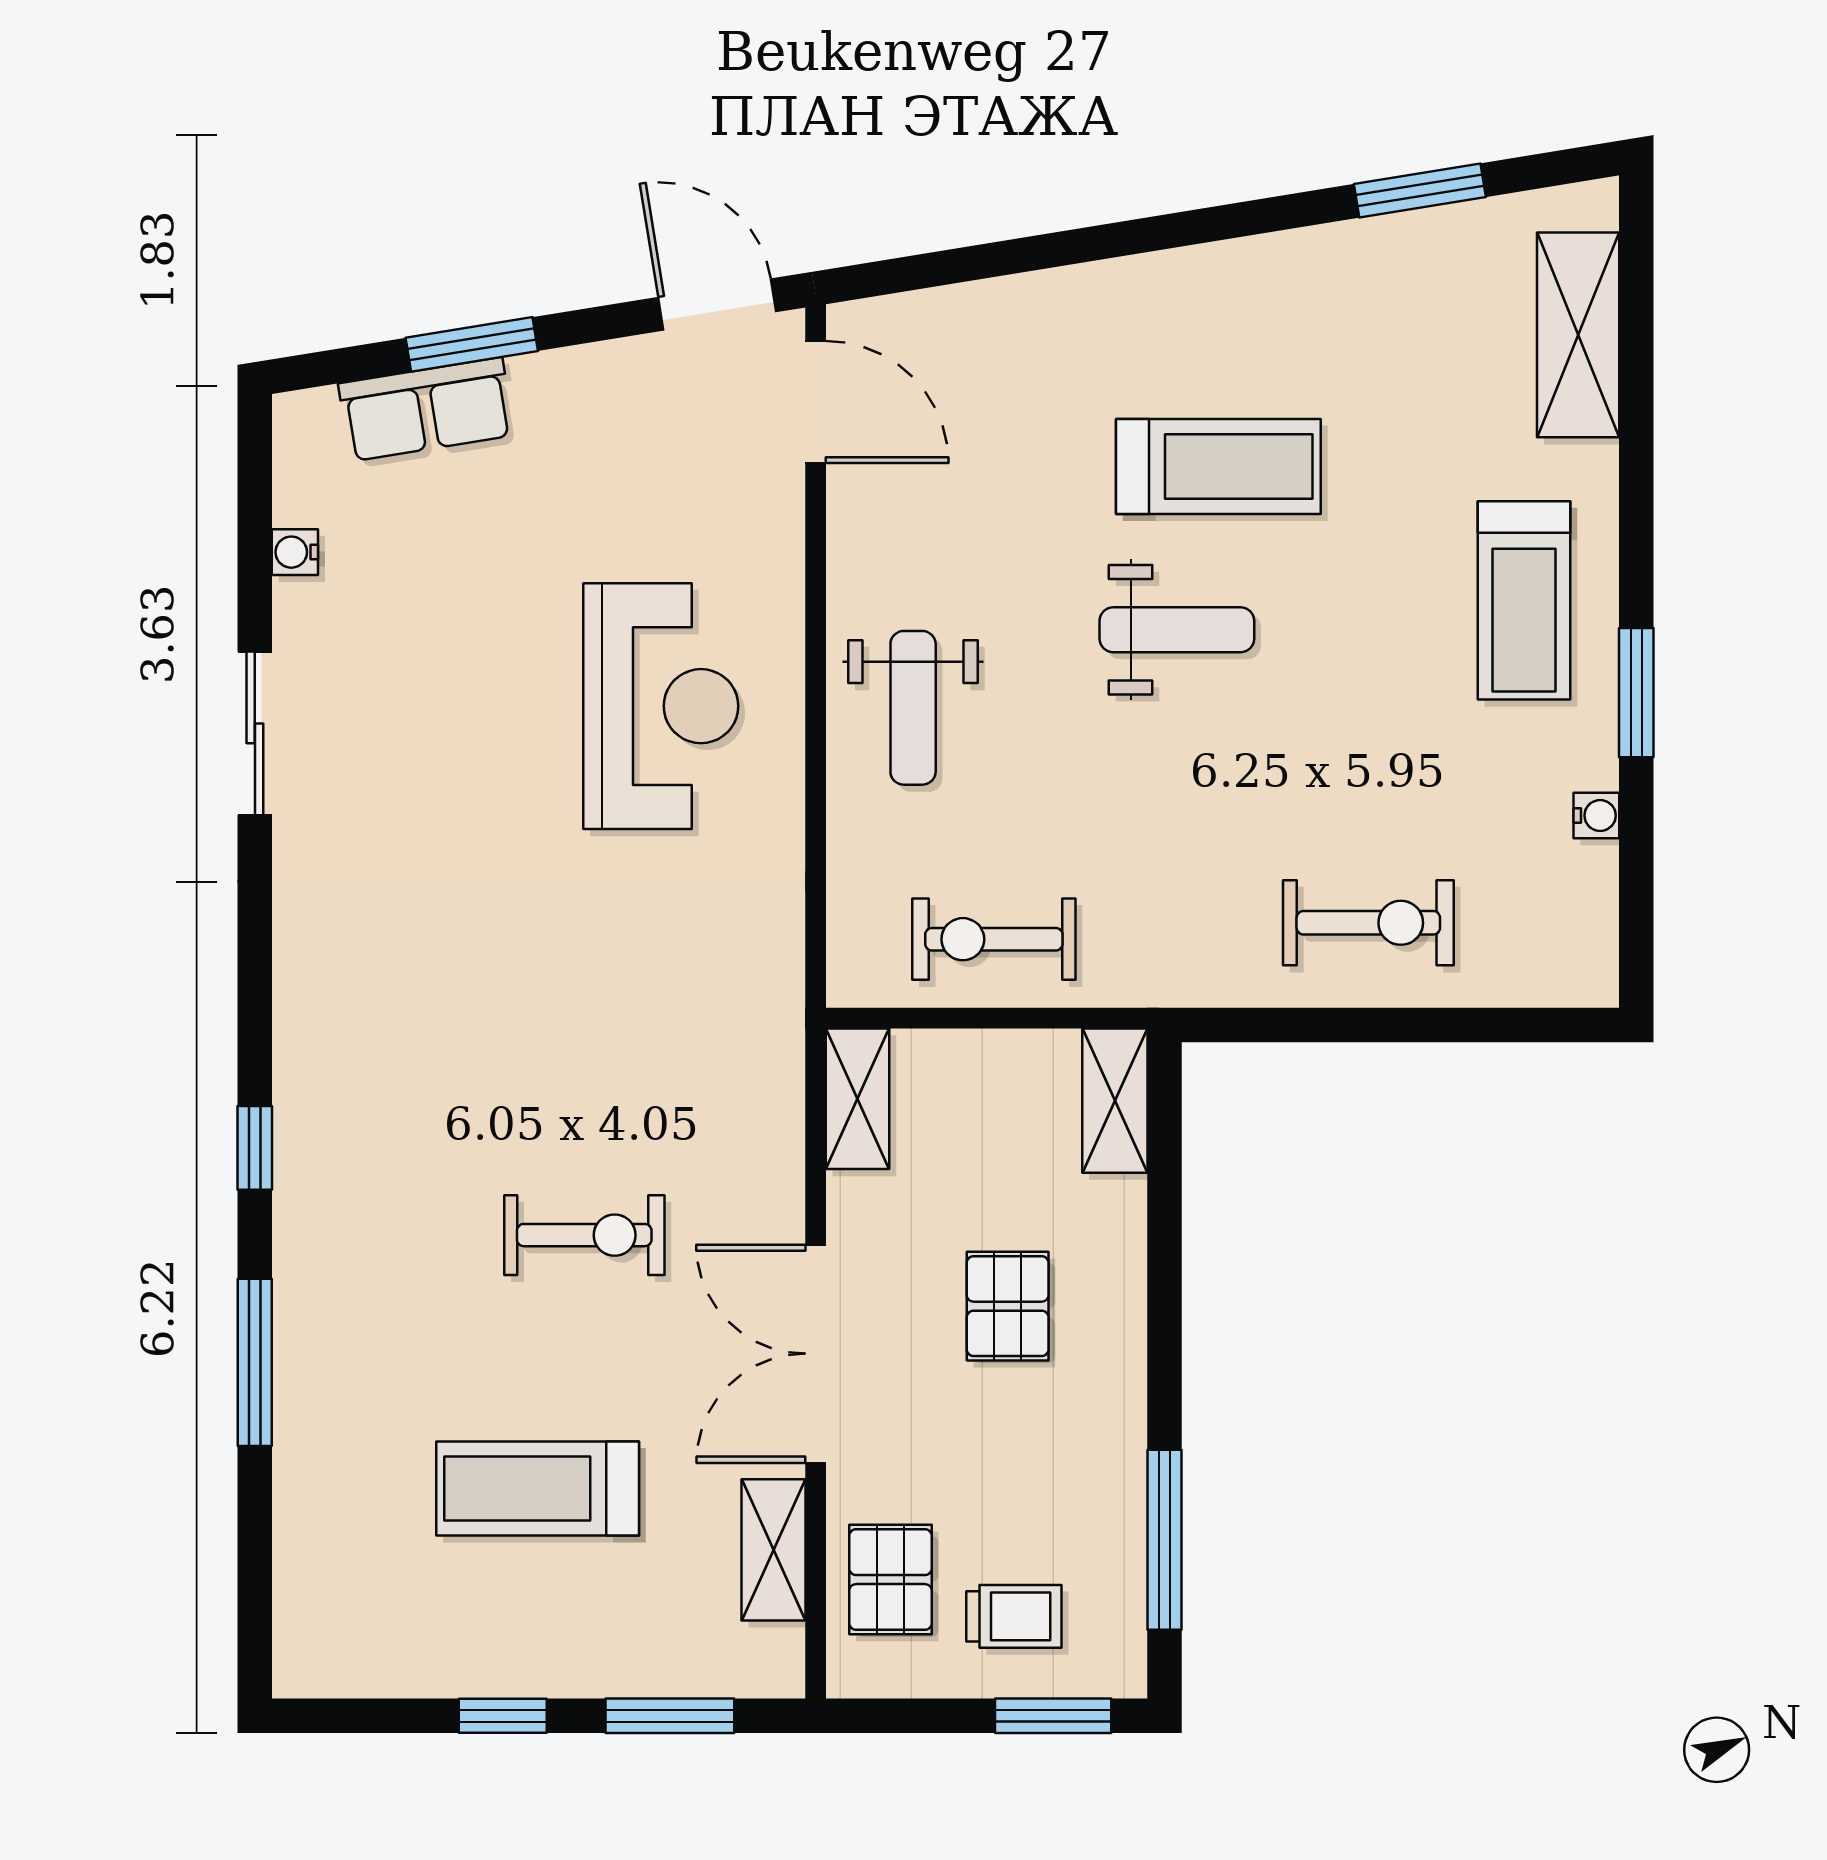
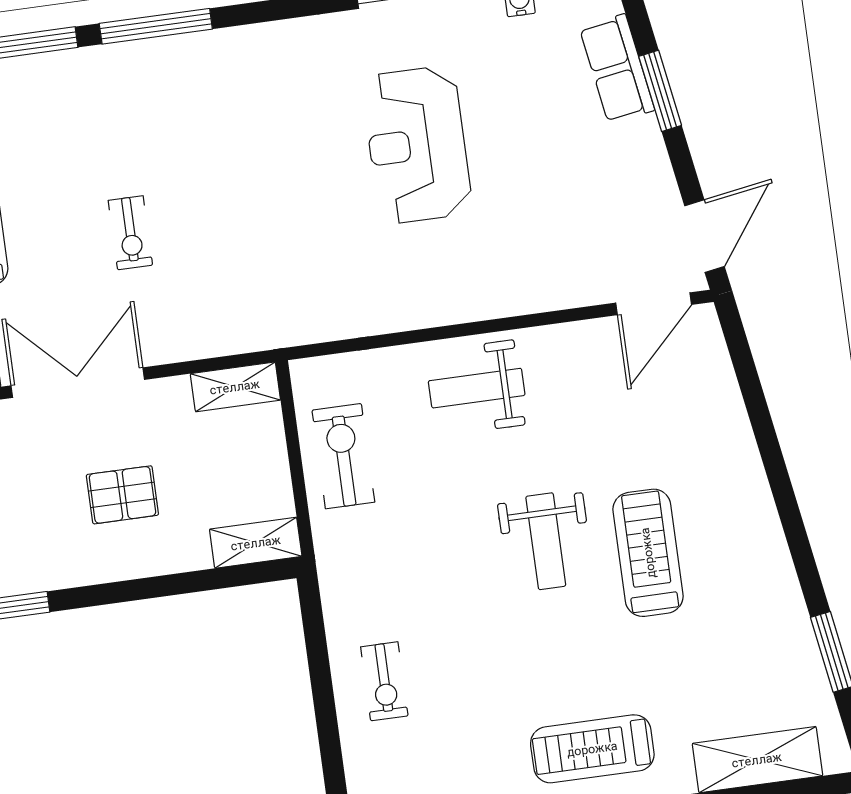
treadmill: (1218, 466) -> (648, 553), turned 180
reception desk: (661, 706) -> (417, 145), moved, turned 90
exercise bike: (1368, 923) -> (384, 681), width x0.73, depth x0.72
window: (255, 1148) -> (156, 26), width x2.17
exercise bike: (584, 1235) -> (130, 233), width x0.73, depth x0.72

